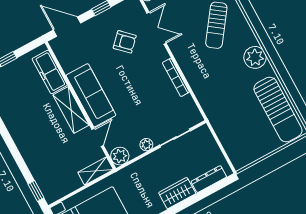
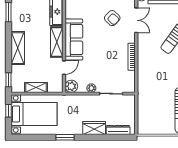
shelving: (26, 144) -> (18, 48), added
shelving: (96, 171) -> (36, 87), moved

